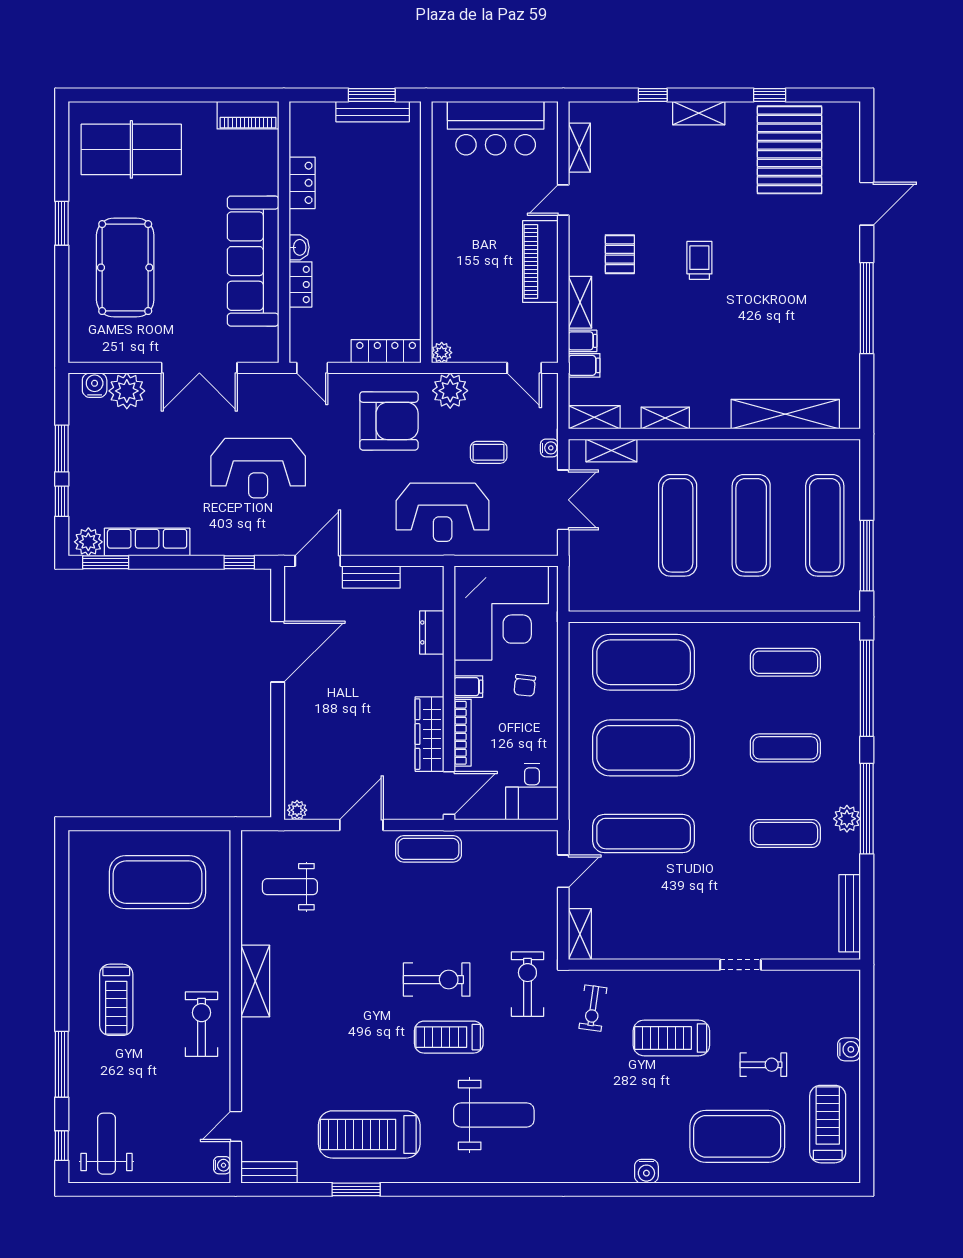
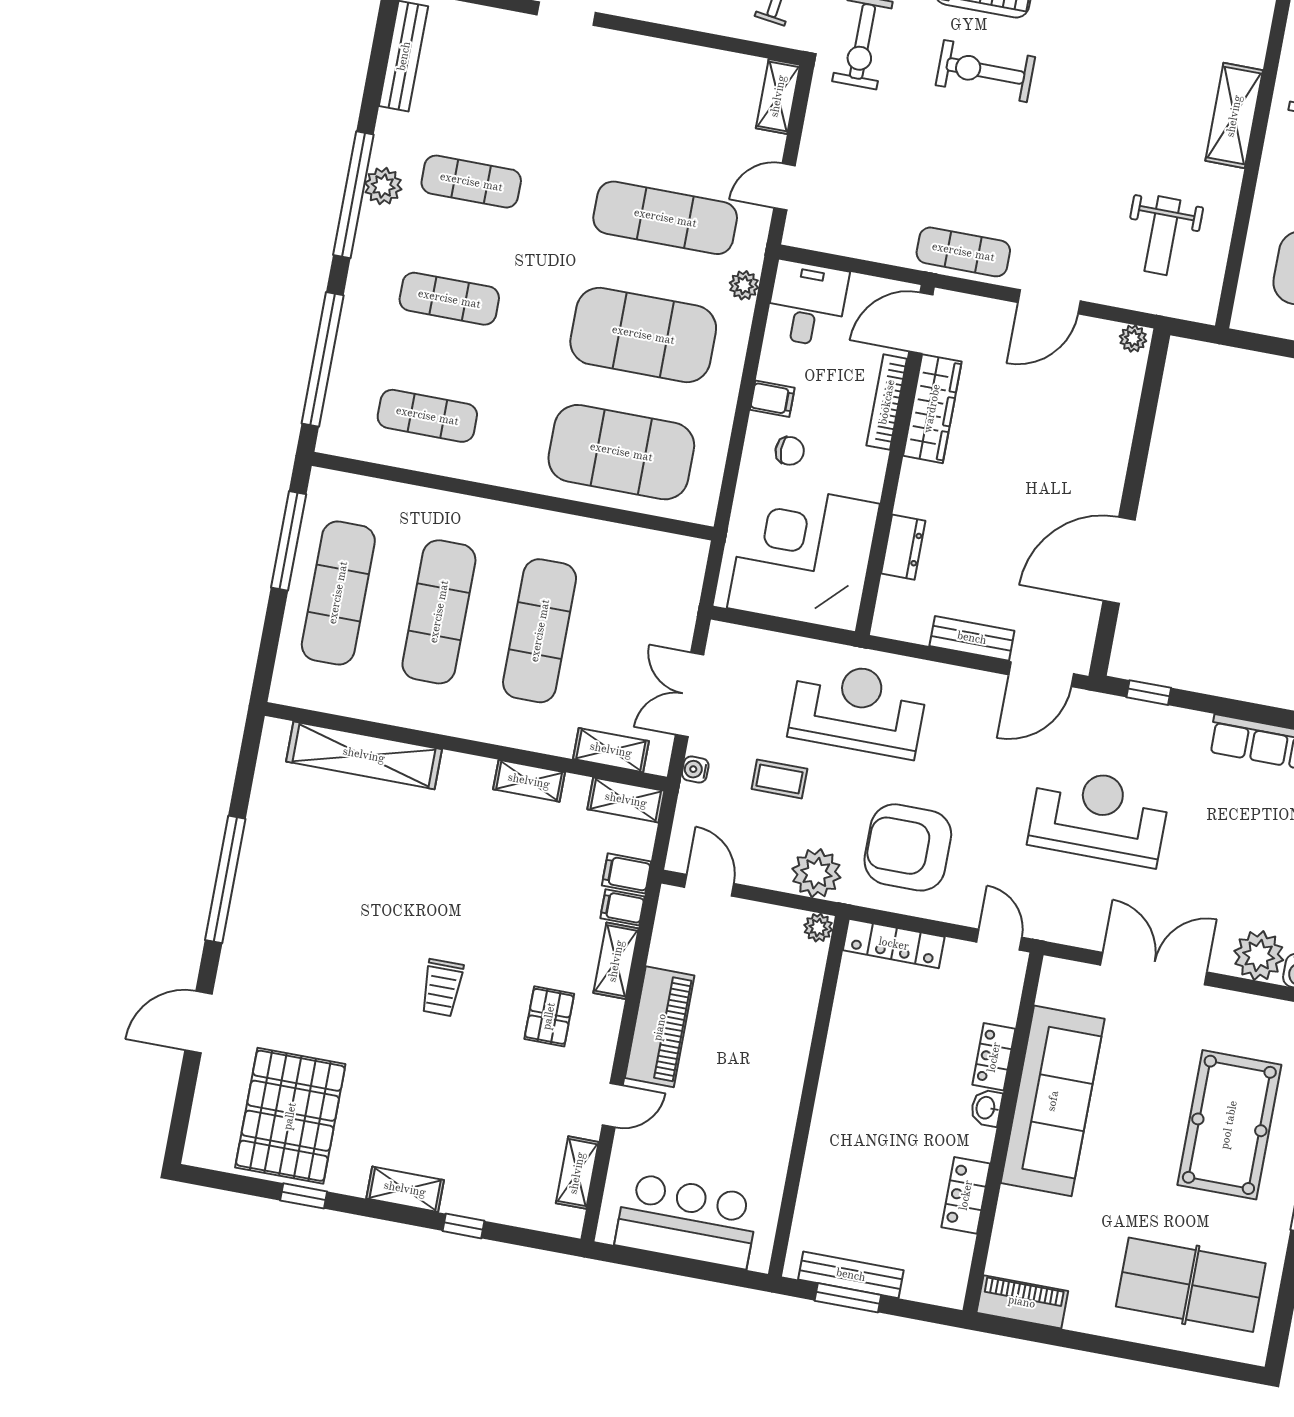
chair: (525, 685) -> (790, 451), turned 84
filing cabinet: (468, 687) -> (772, 399), moved, turned 180
plant: (579, 796) -> (744, 285), added
weight bench: (290, 887) -> (1162, 236), turned 90

